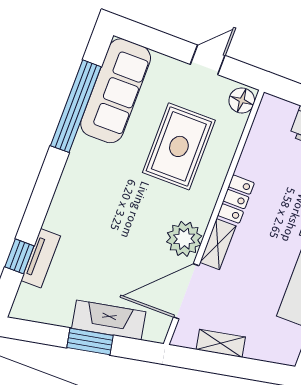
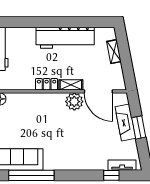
rug: (179, 146) -> (32, 120), removed
tv unit: (41, 258) -> (122, 165), moved
shelving: (221, 343) -> (114, 52), moved

